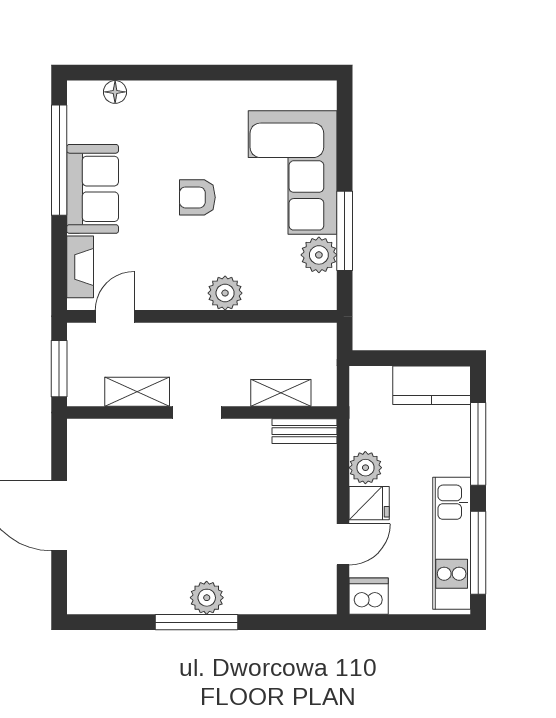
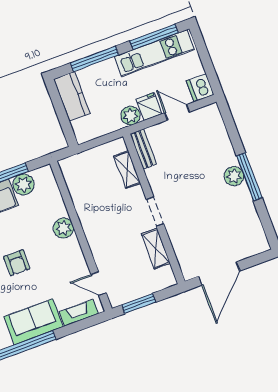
shelving: (137, 392) -> (156, 249), moved
shelving: (281, 393) -> (127, 170), moved
doorway: (197, 413) -> (155, 212), moved
wall: (202, 413) -> (154, 209), moved
bench: (304, 431) -> (143, 149), moved

